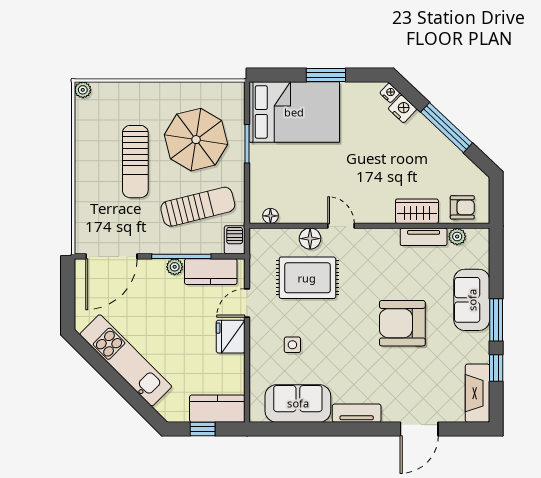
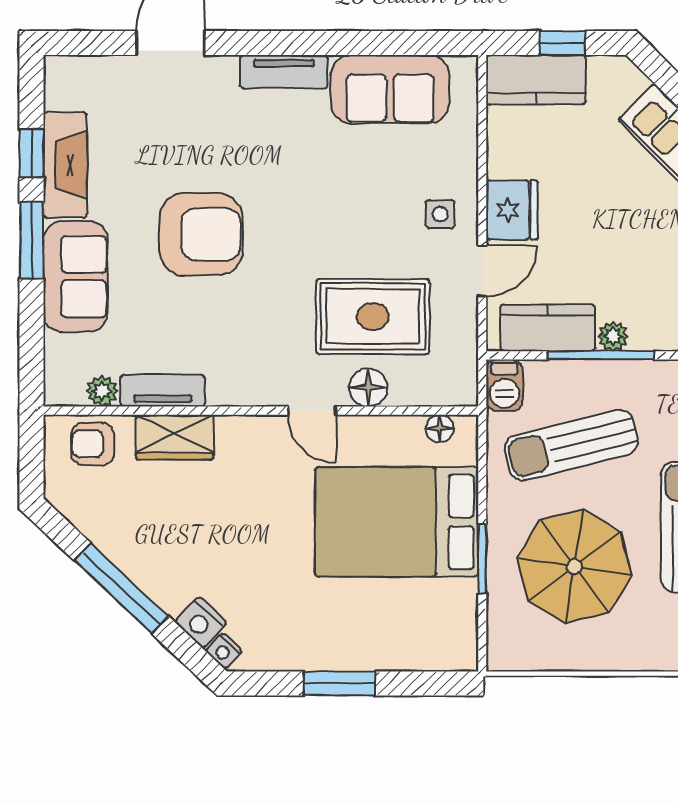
bed: (294, 112) -> (397, 522), moved
side table: (292, 345) -> (440, 214), moved
fireplace: (477, 393) -> (65, 165), moved

